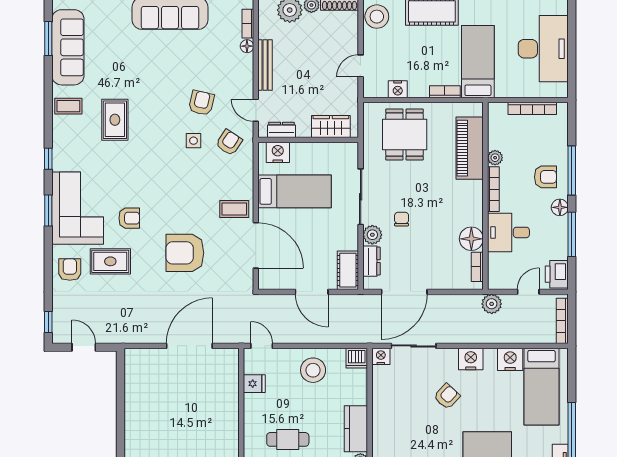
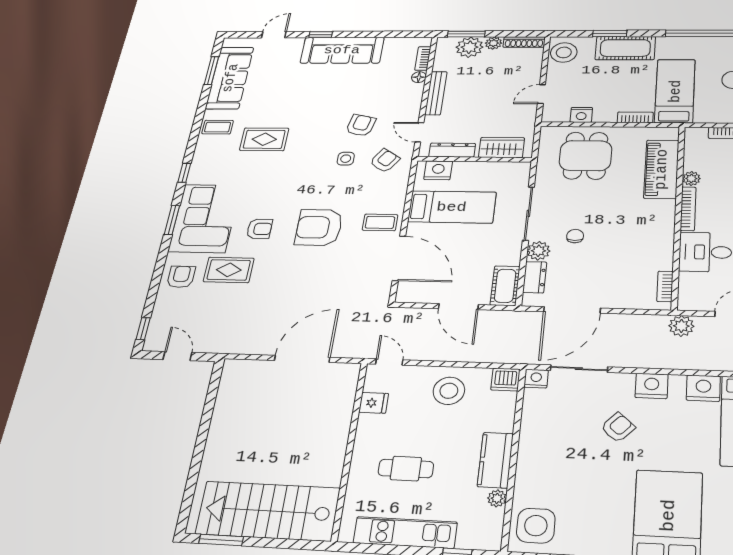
rug: (115, 120) -> (264, 139), turned 90
dresser: (281, 130) -> (452, 150), width x1.44
floor lamp: (471, 239) -> (659, 257), removed
armchair: (185, 253) -> (319, 227), moved

